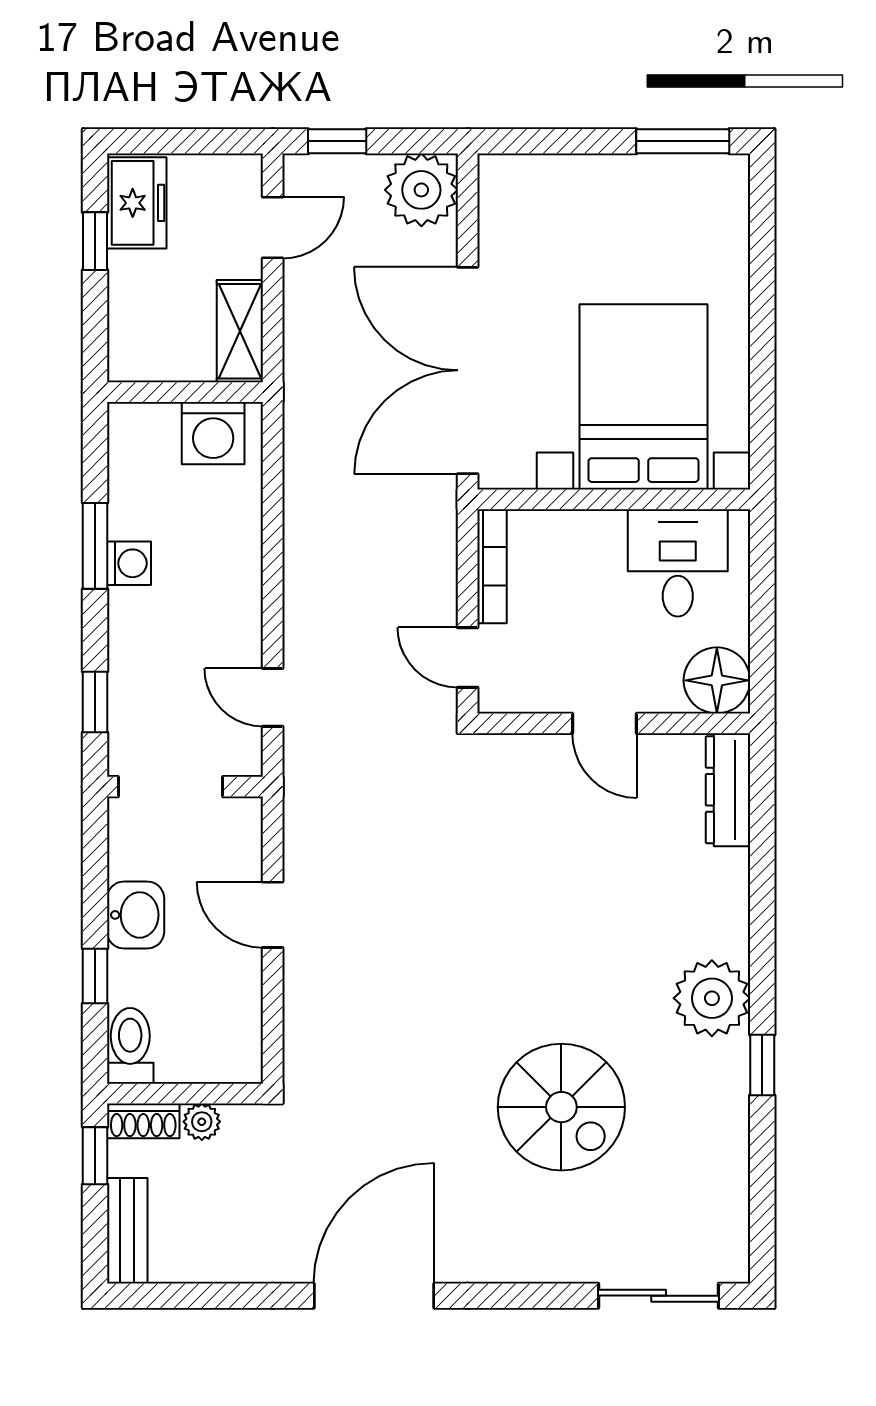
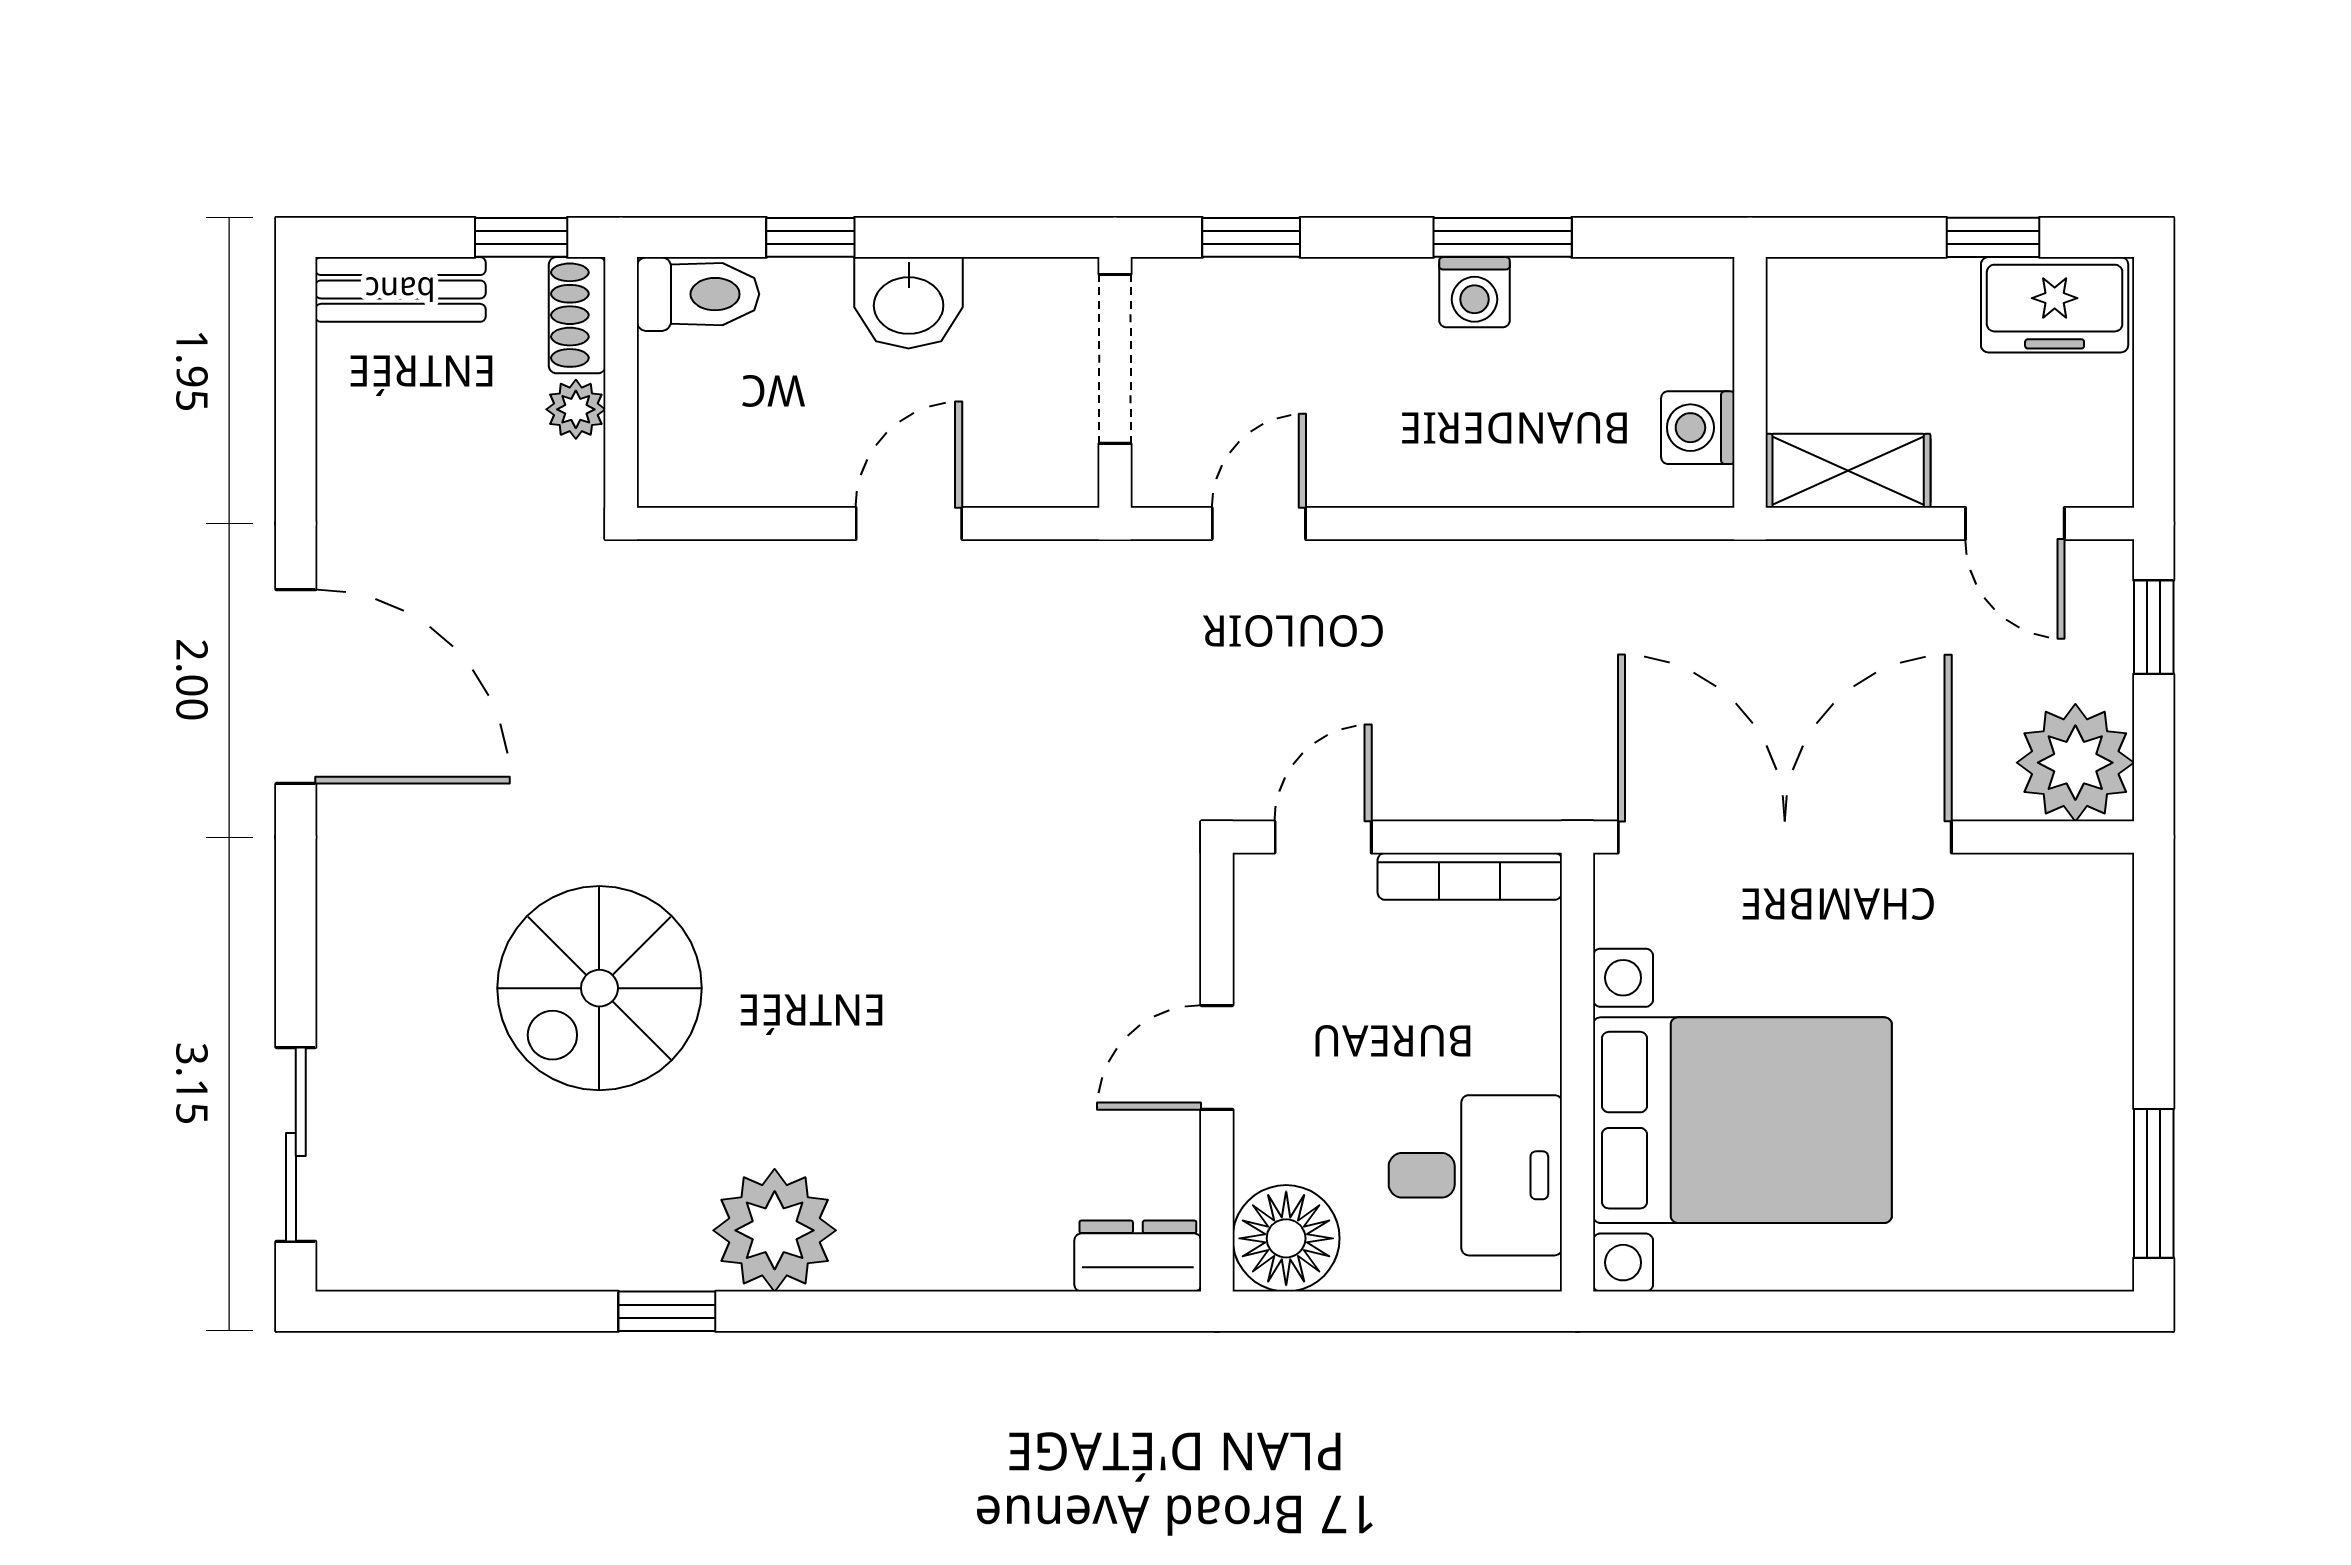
washing machine: (213, 433) -> (1698, 428), width x0.73, depth x0.73
dresser: (728, 790) -> (1138, 1256), width x0.70

